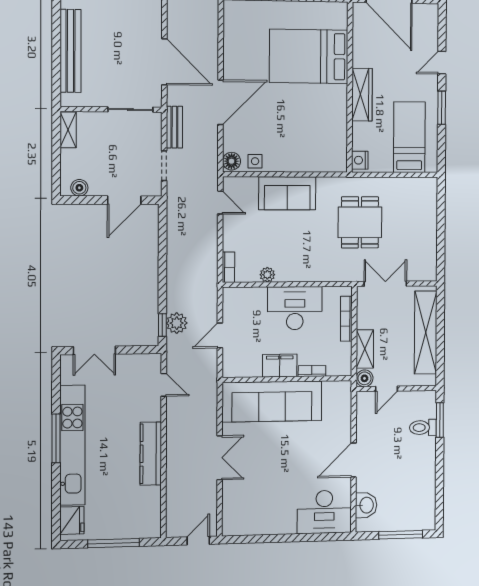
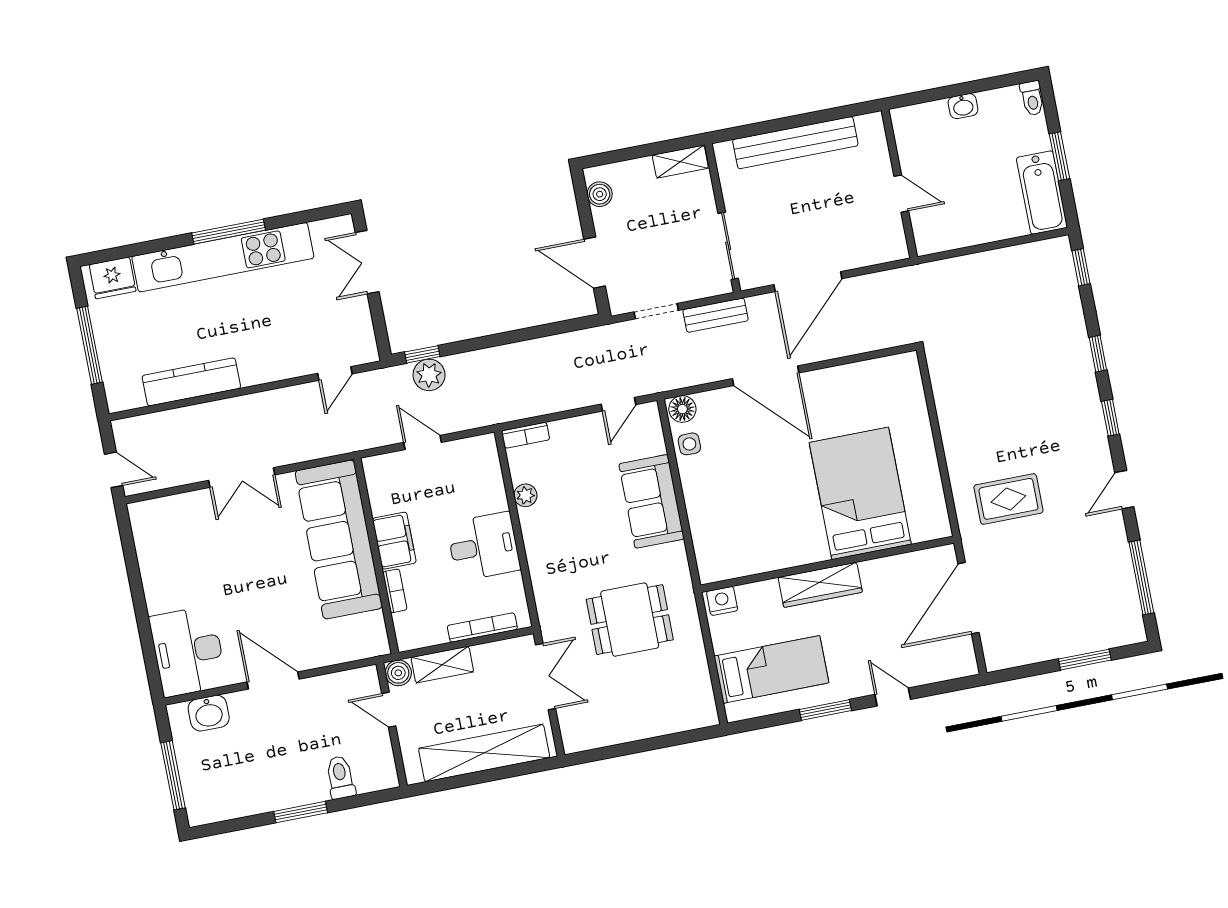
desk: (295, 308) -> (484, 546), width x0.73
window: (440, 420) -> (301, 812), moved
kitchen counter: (151, 454) -> (191, 382), moved

